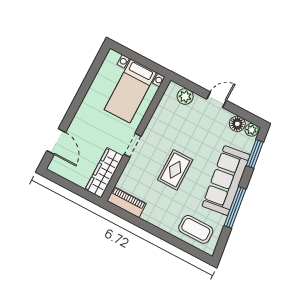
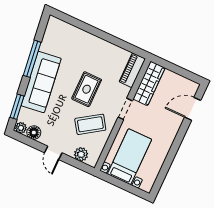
door: (216, 100) -> (53, 153), hinge flipped
door: (56, 141) -> (193, 109), hinge flipped
piano: (127, 202) -> (132, 70), moved, turned 90
coffee table: (196, 229) -> (90, 124), moved, turned -34

